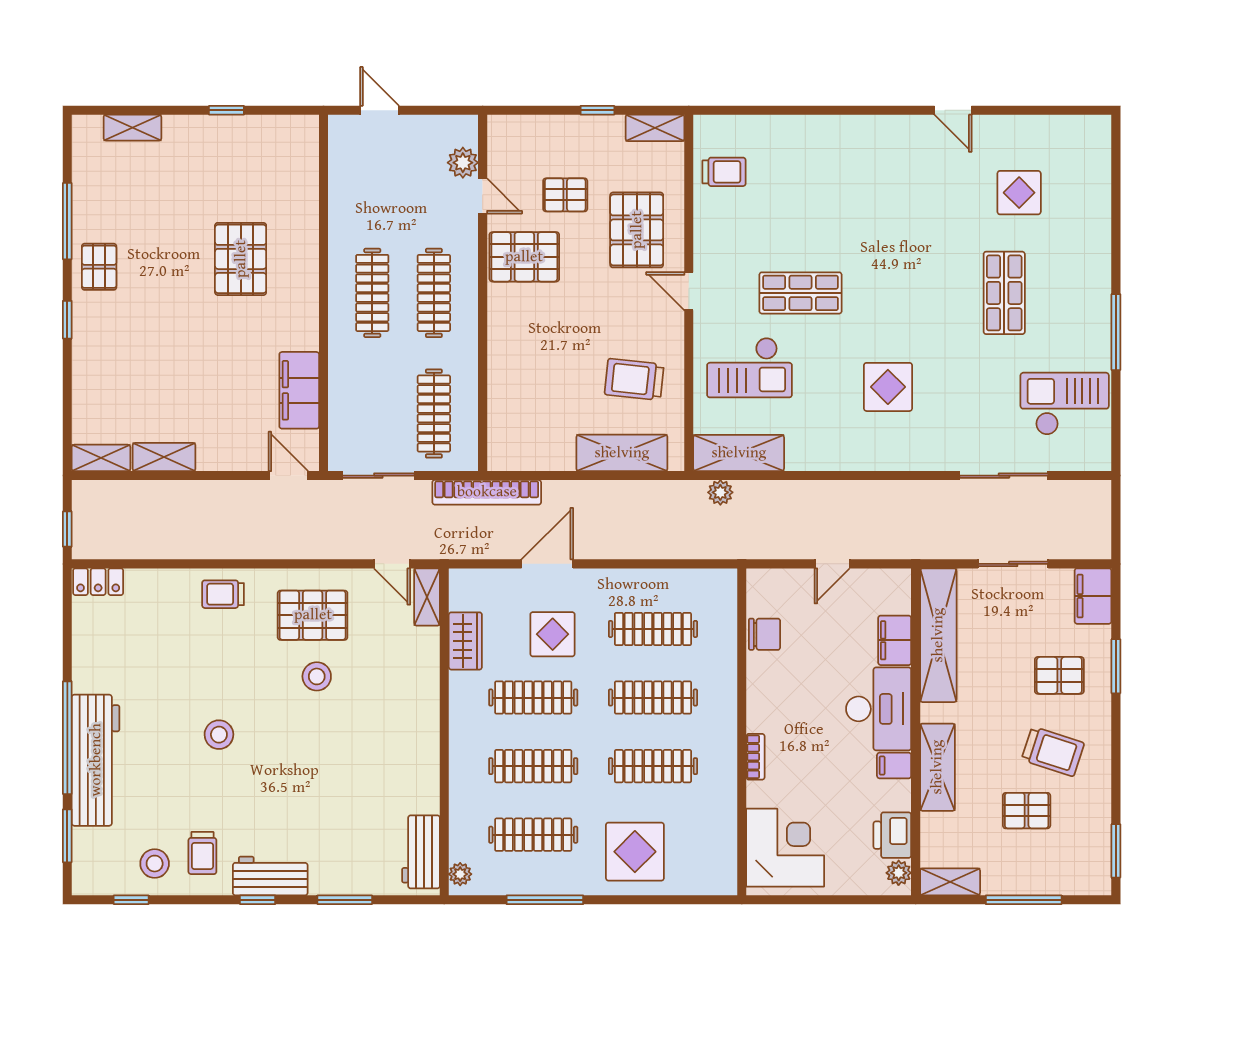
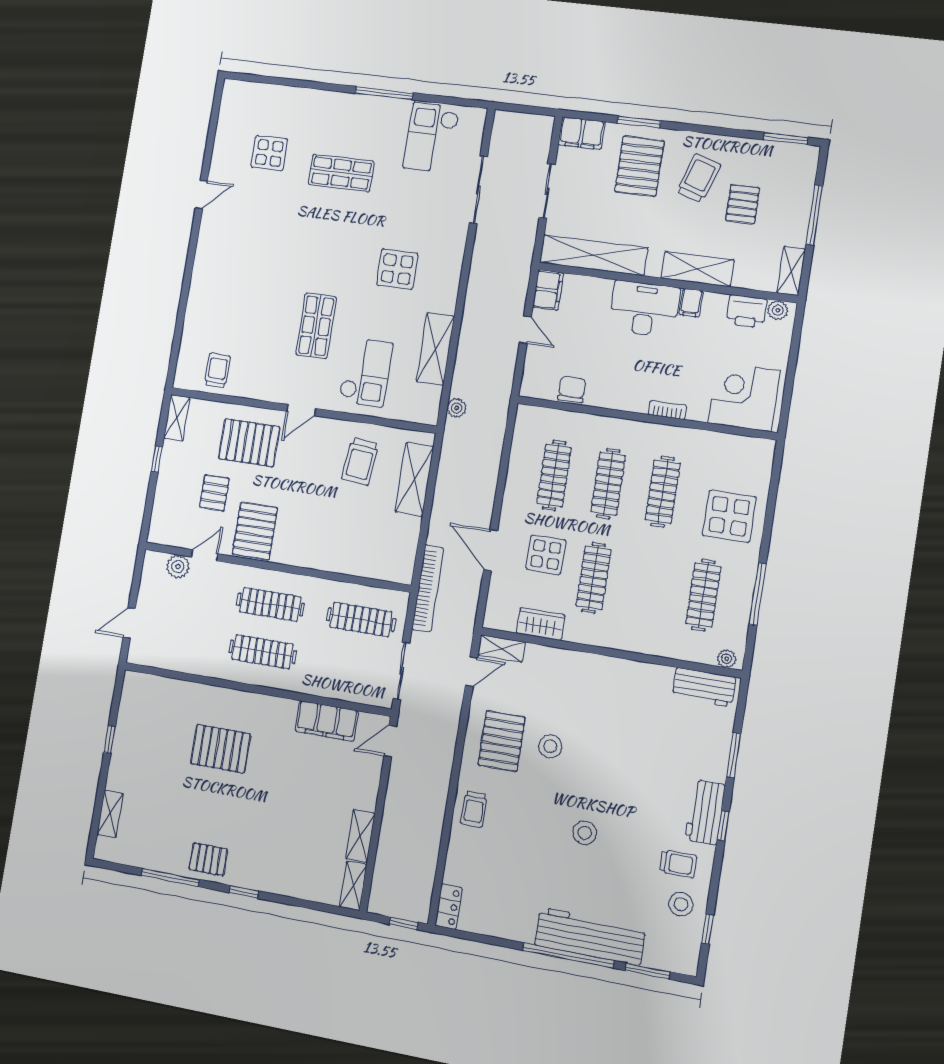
shelving: (739, 453) -> (435, 349), moved
filing cabinet: (895, 640) -> (548, 290), moved, turned -90
pallet: (1059, 675) -> (639, 166), width x1.50, depth x1.42
clothes rail: (533, 766) -> (648, 586), removed

